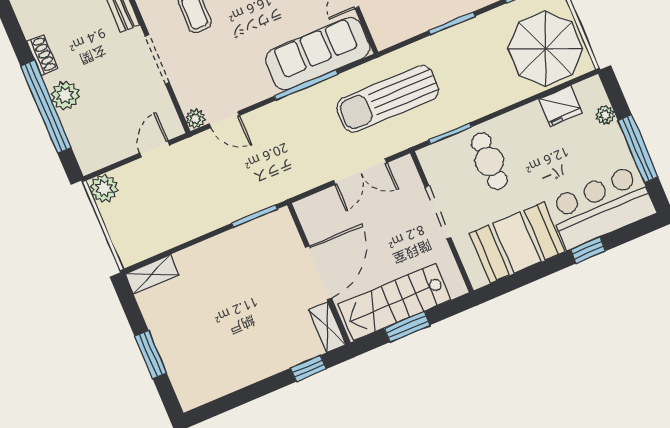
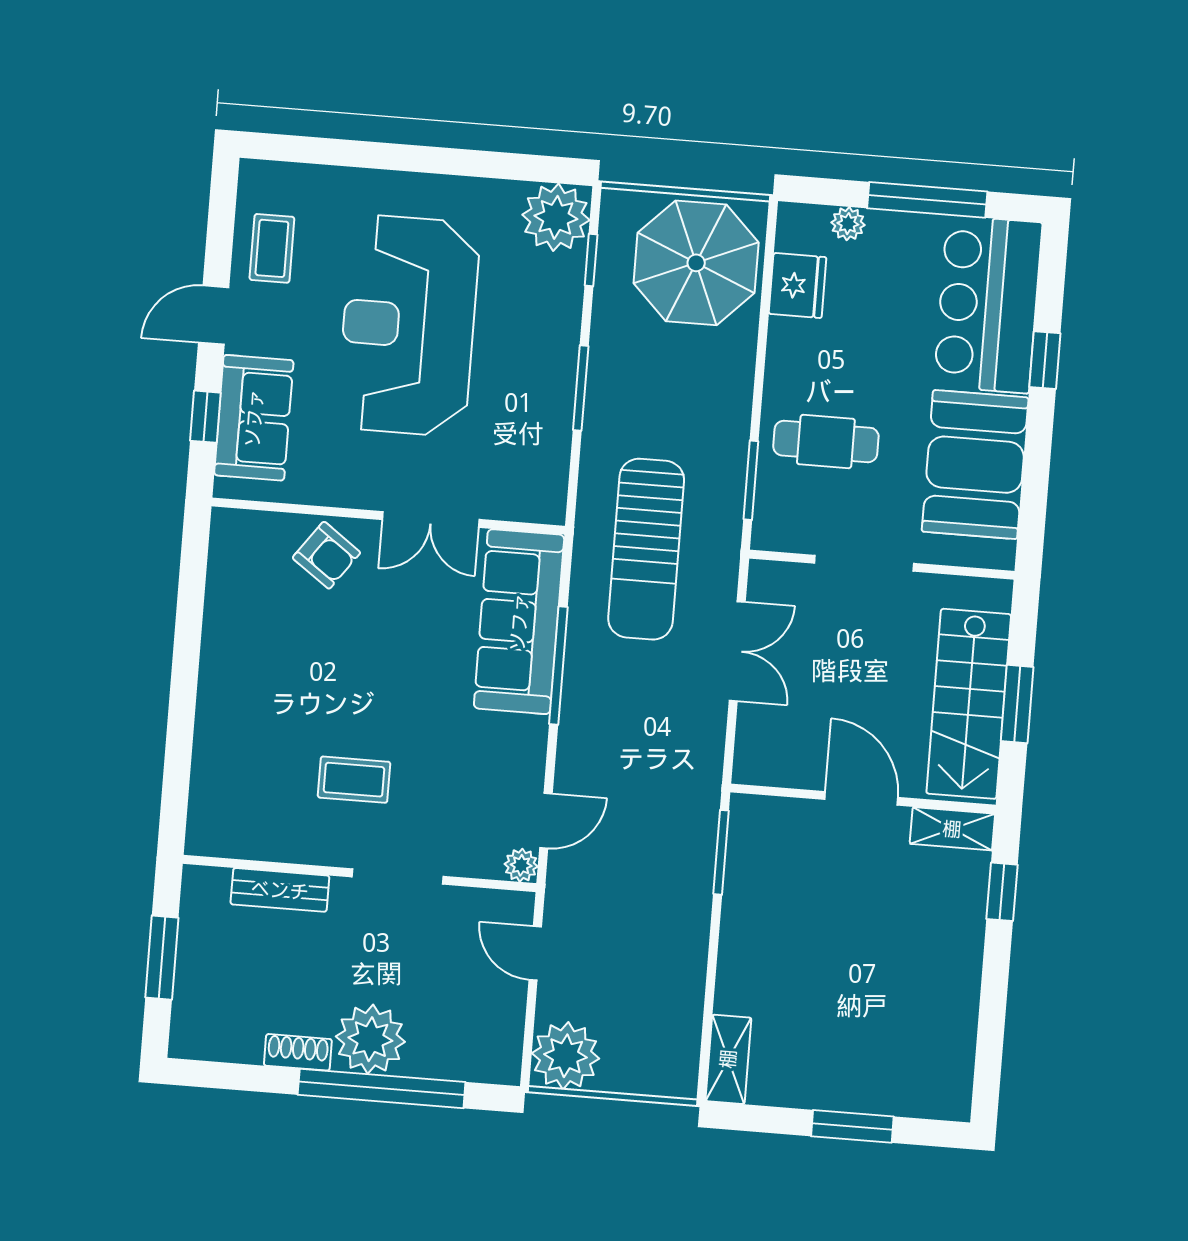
plant: (65, 95) -> (370, 1039), width x1.36, depth x1.36
plant: (104, 188) -> (566, 1056), width x1.36, depth x1.36
door: (319, 273) -> (861, 798), width x0.73

